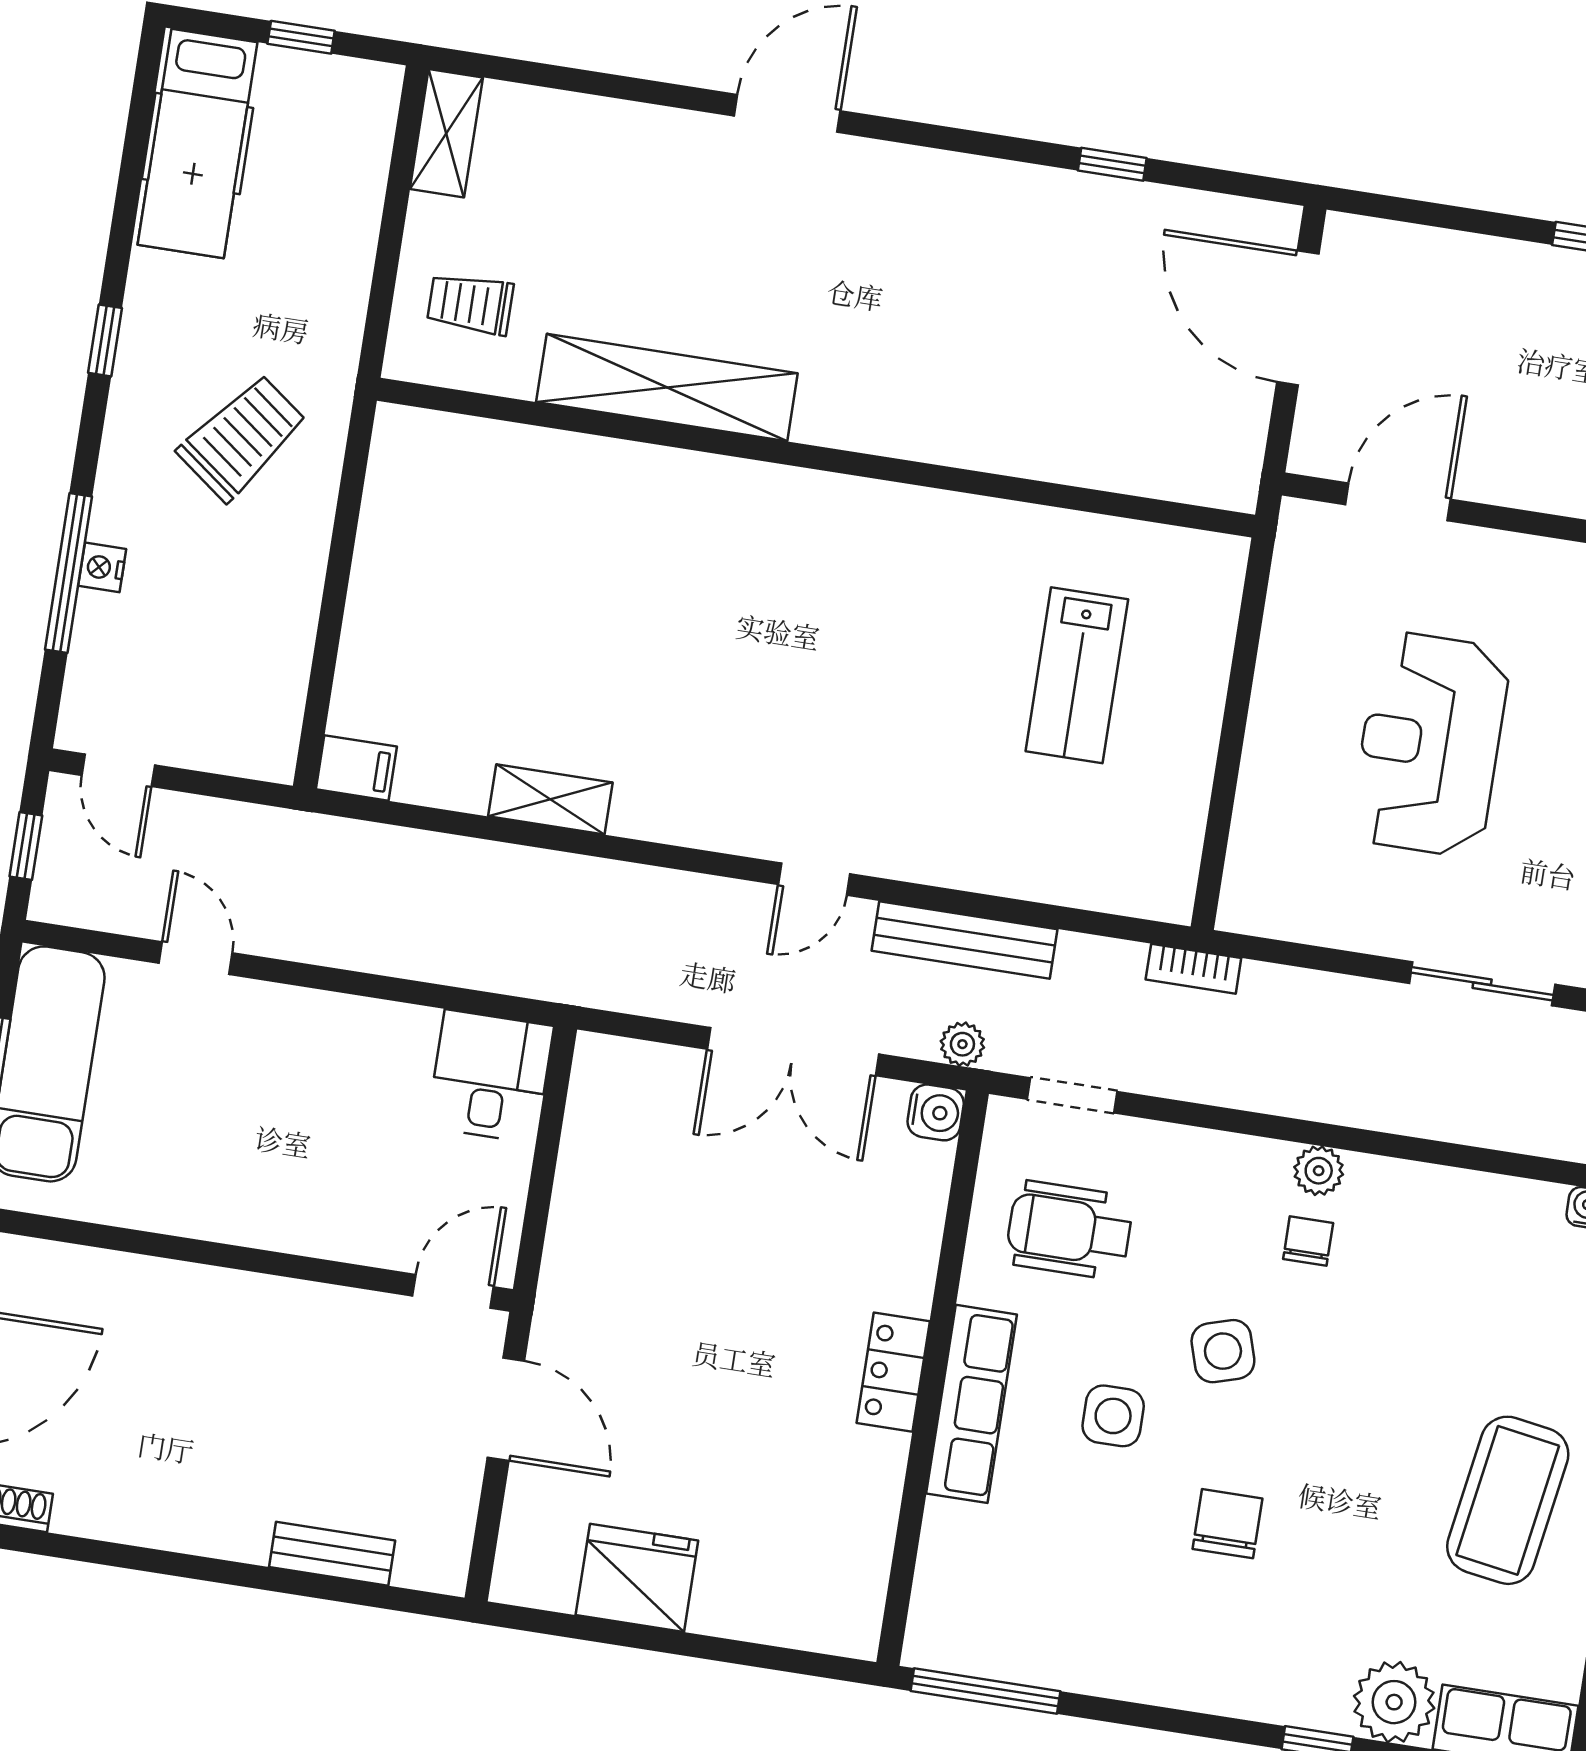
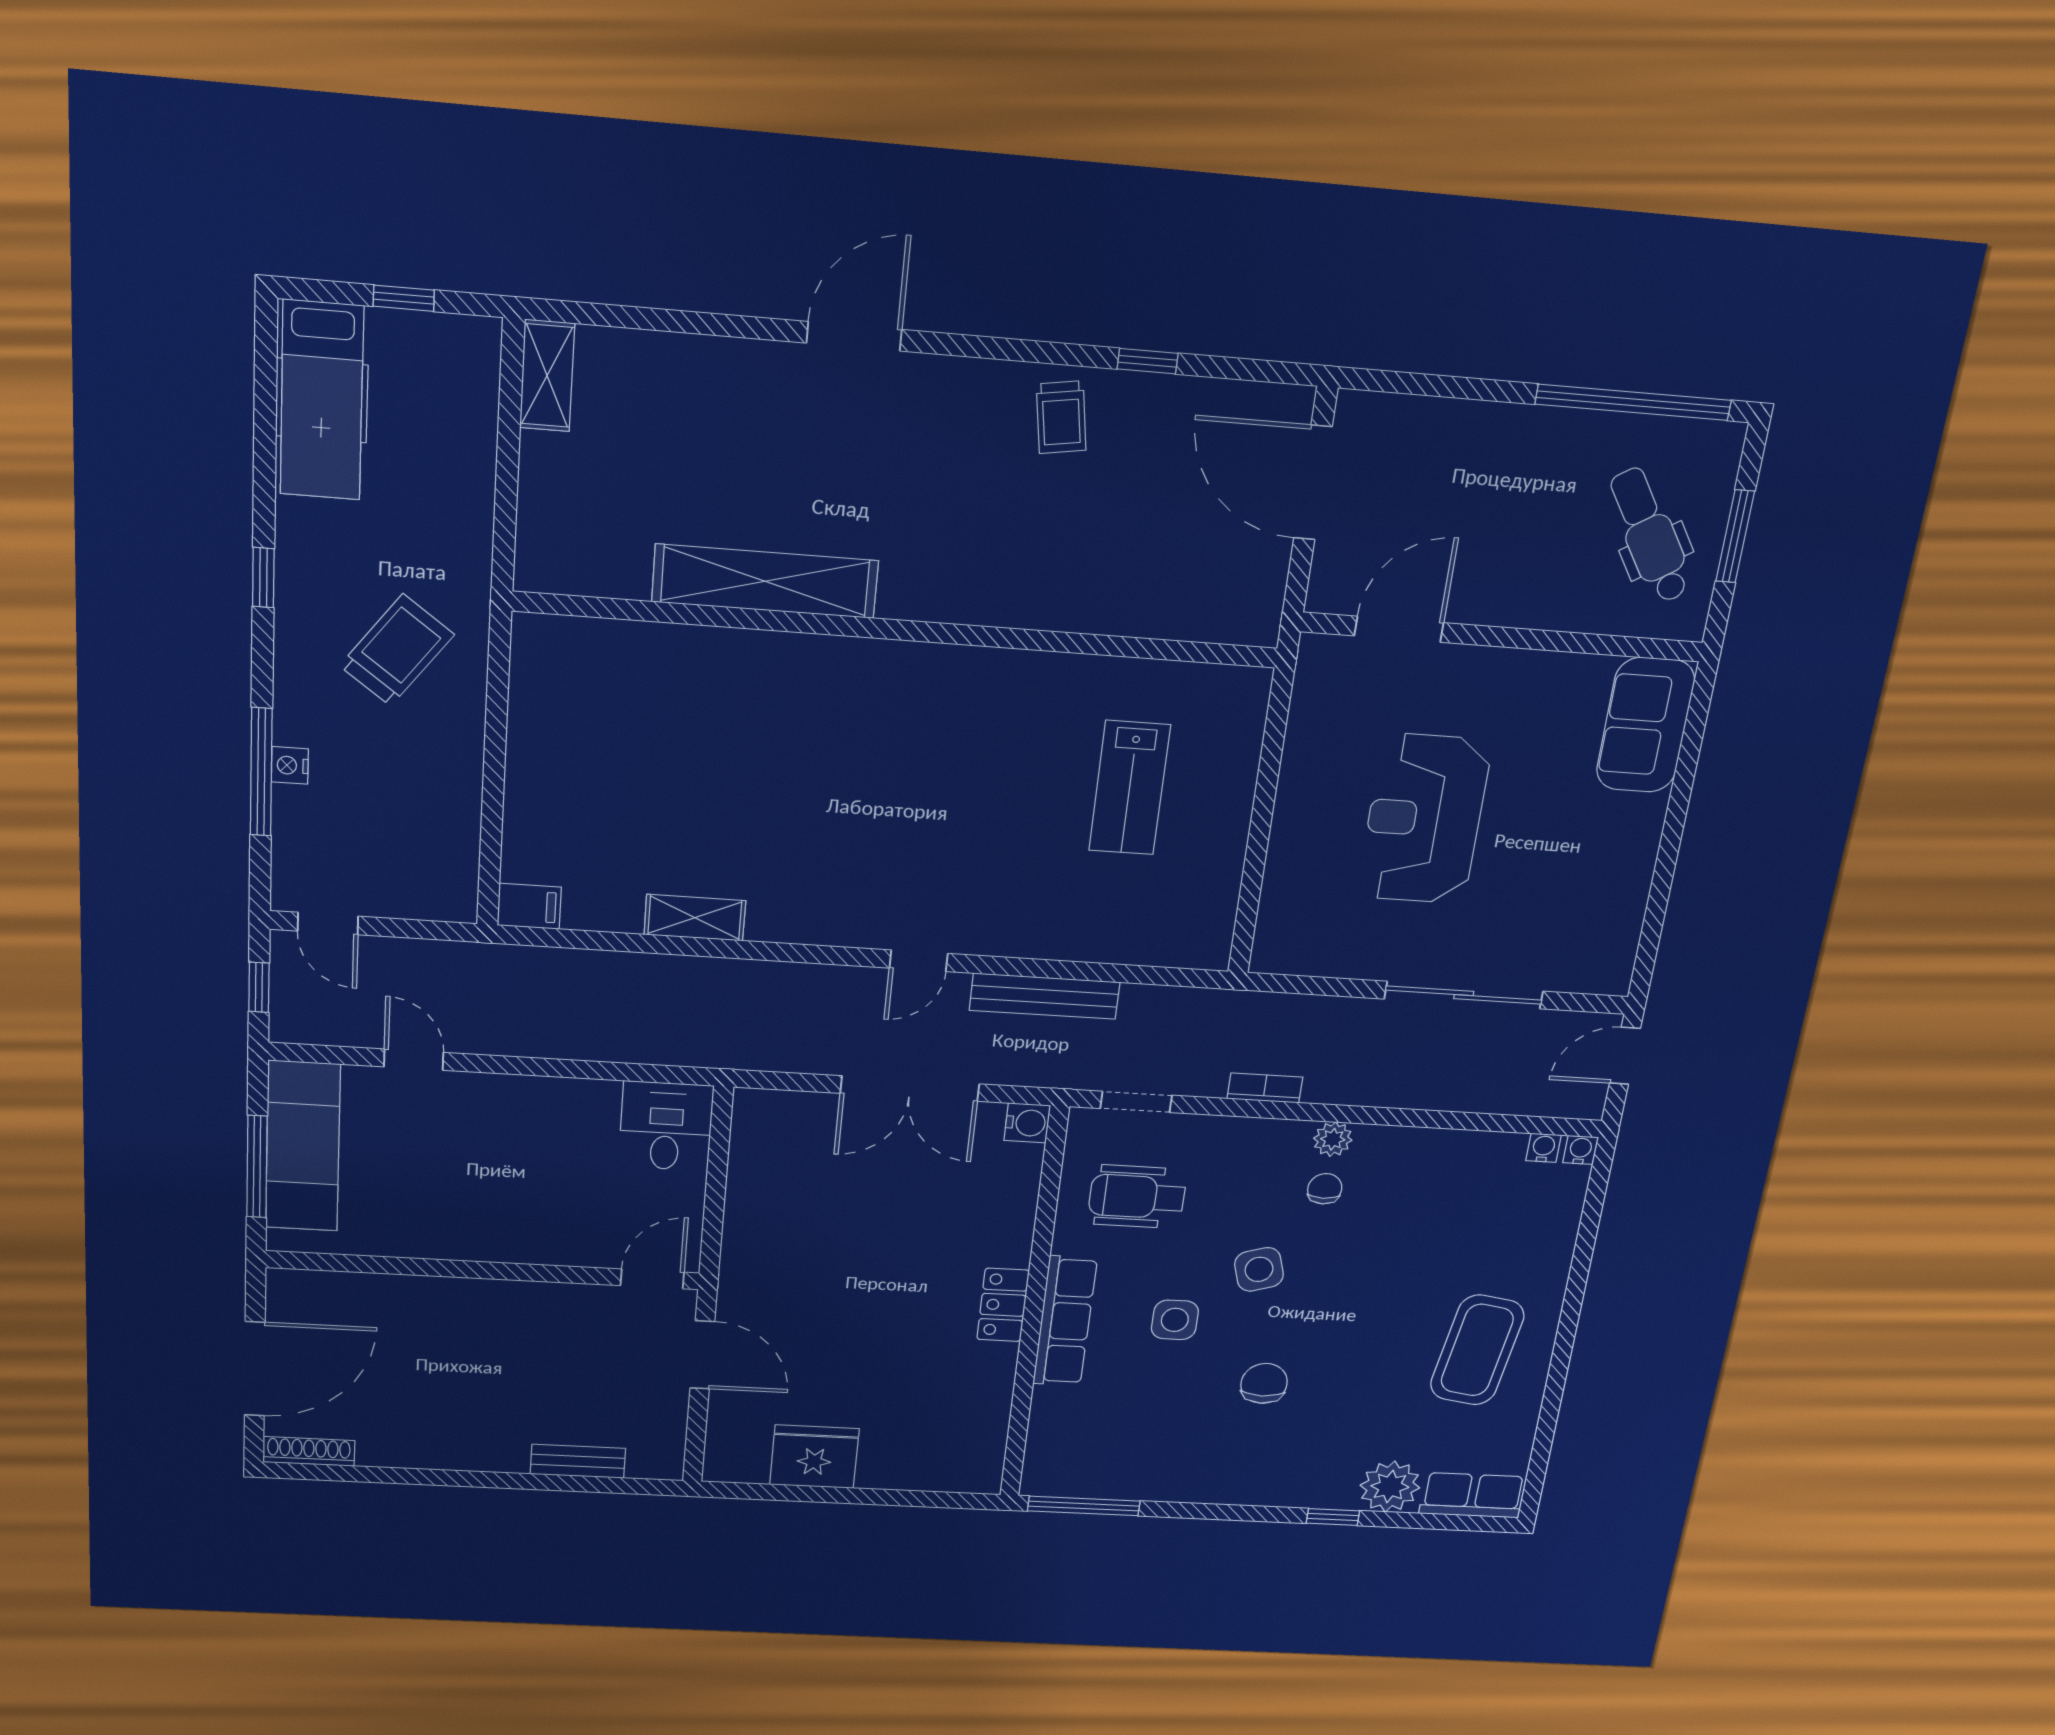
trolley: (470, 304) -> (1061, 417), moved, turned -99
bookcase: (1193, 969) -> (1265, 1088), moved, turned 180
sliding door: (1482, 984) -> (1464, 995), width x1.37
plant: (962, 1044) -> (1046, 1072), removed

